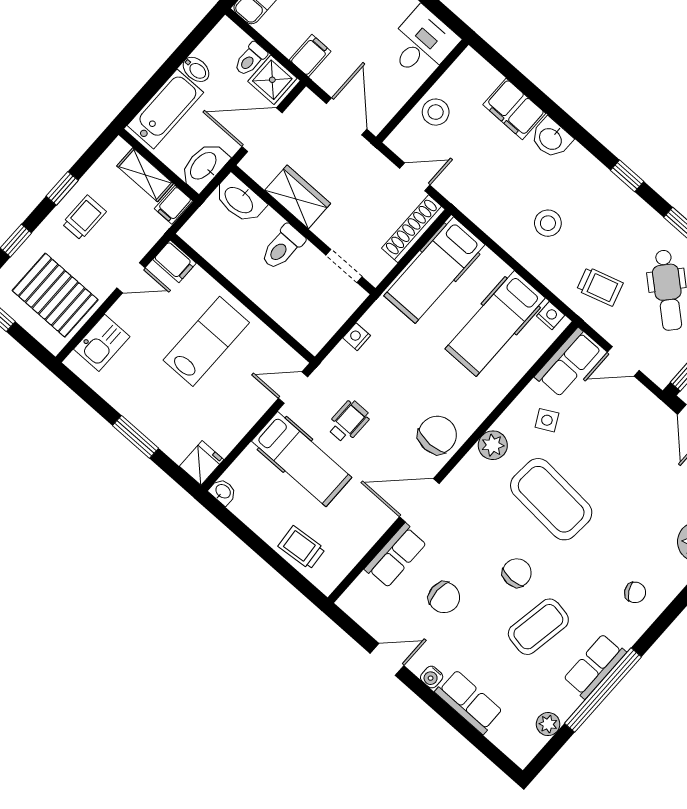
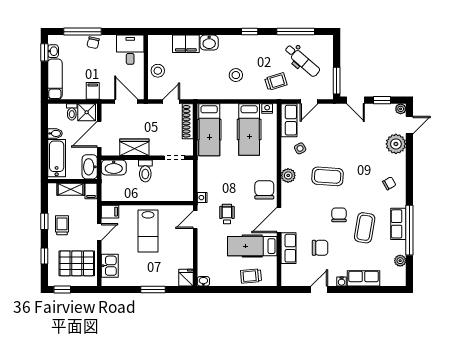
nightstand: (357, 337) -> (202, 198), moved
lab bench: (206, 341) -> (148, 231), turned 180
hospital bed: (302, 459) -> (252, 246), moved, turned 180
coffee table: (551, 499) -> (328, 176), width x0.73, depth x0.76

